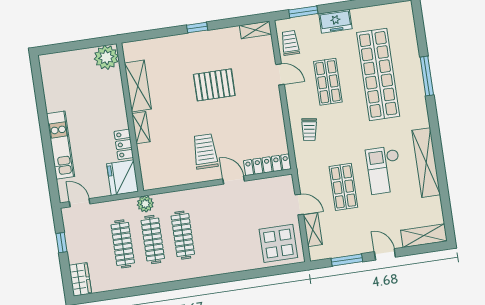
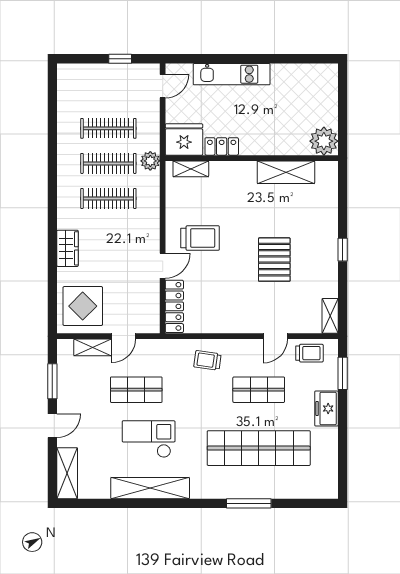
shelving: (141, 128) -> (191, 169), moved
wardrobe: (80, 279) -> (68, 248), moved, turned -90

